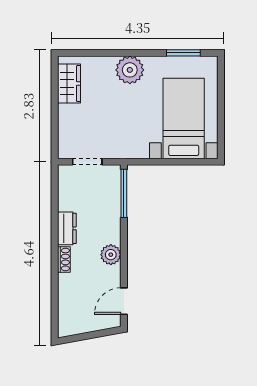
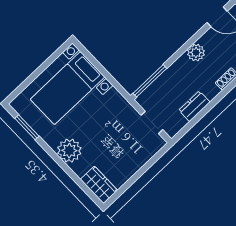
wardrobe: (69, 84) -> (99, 185), moved, turned 90
dresser: (67, 228) -> (194, 106), moved

